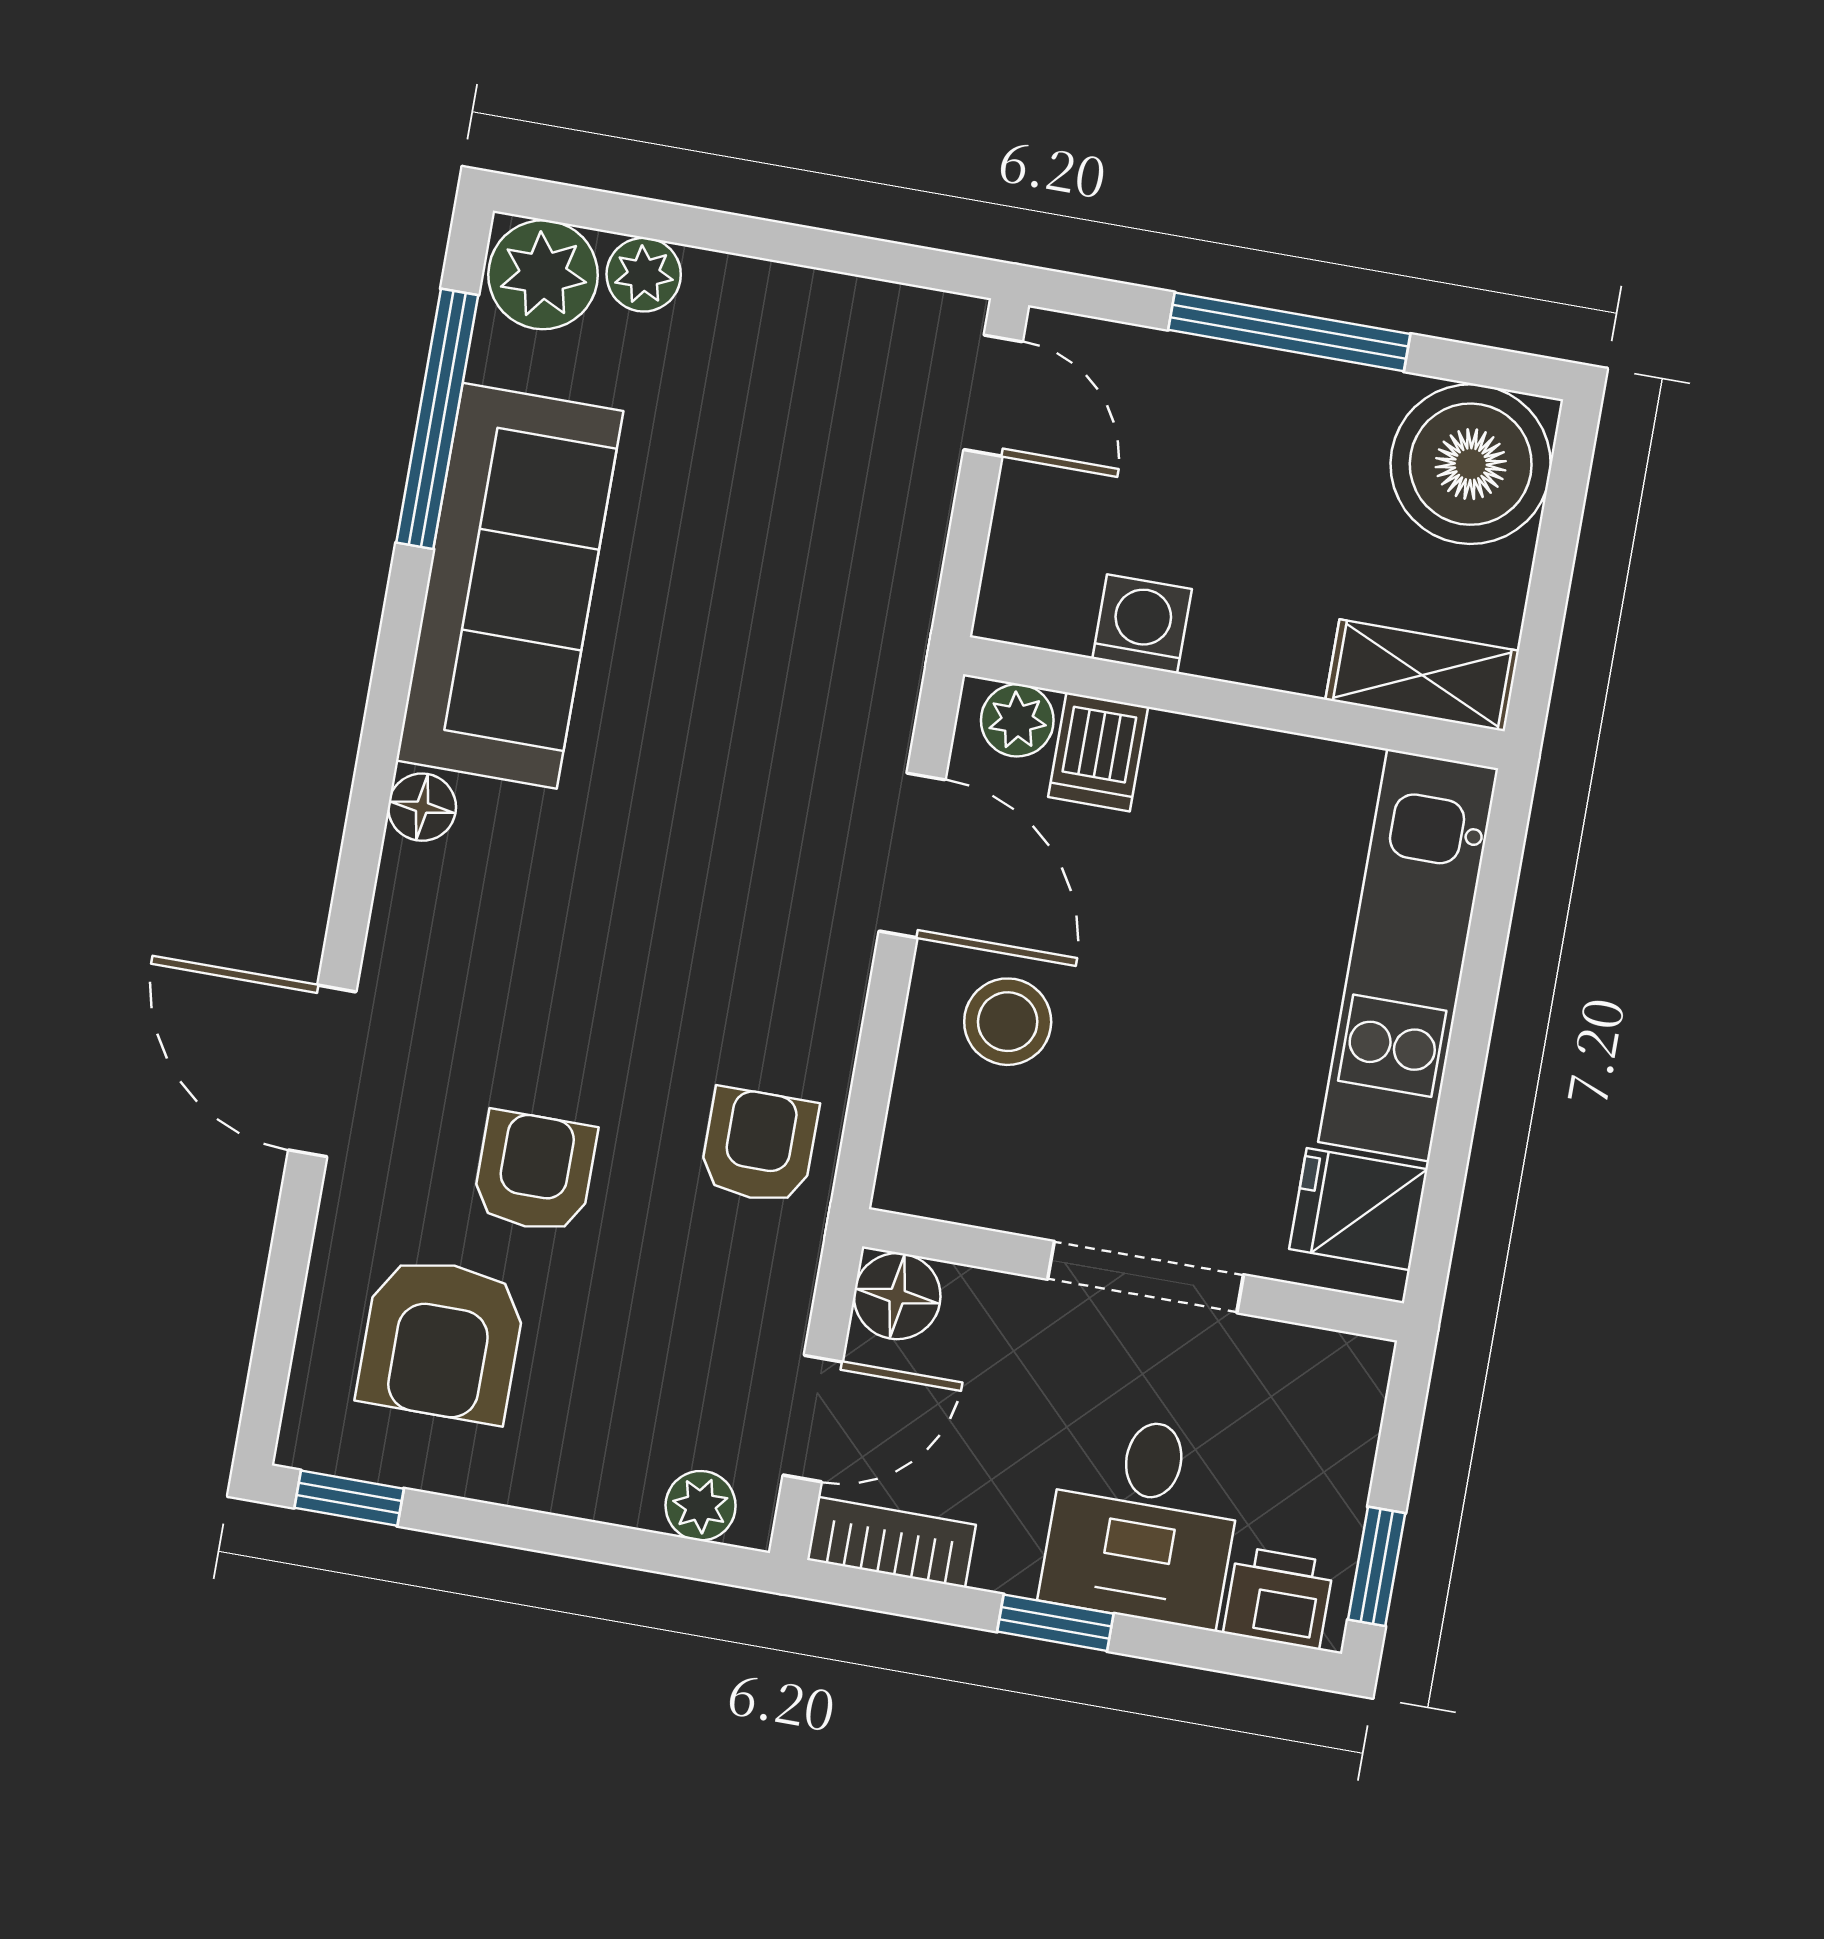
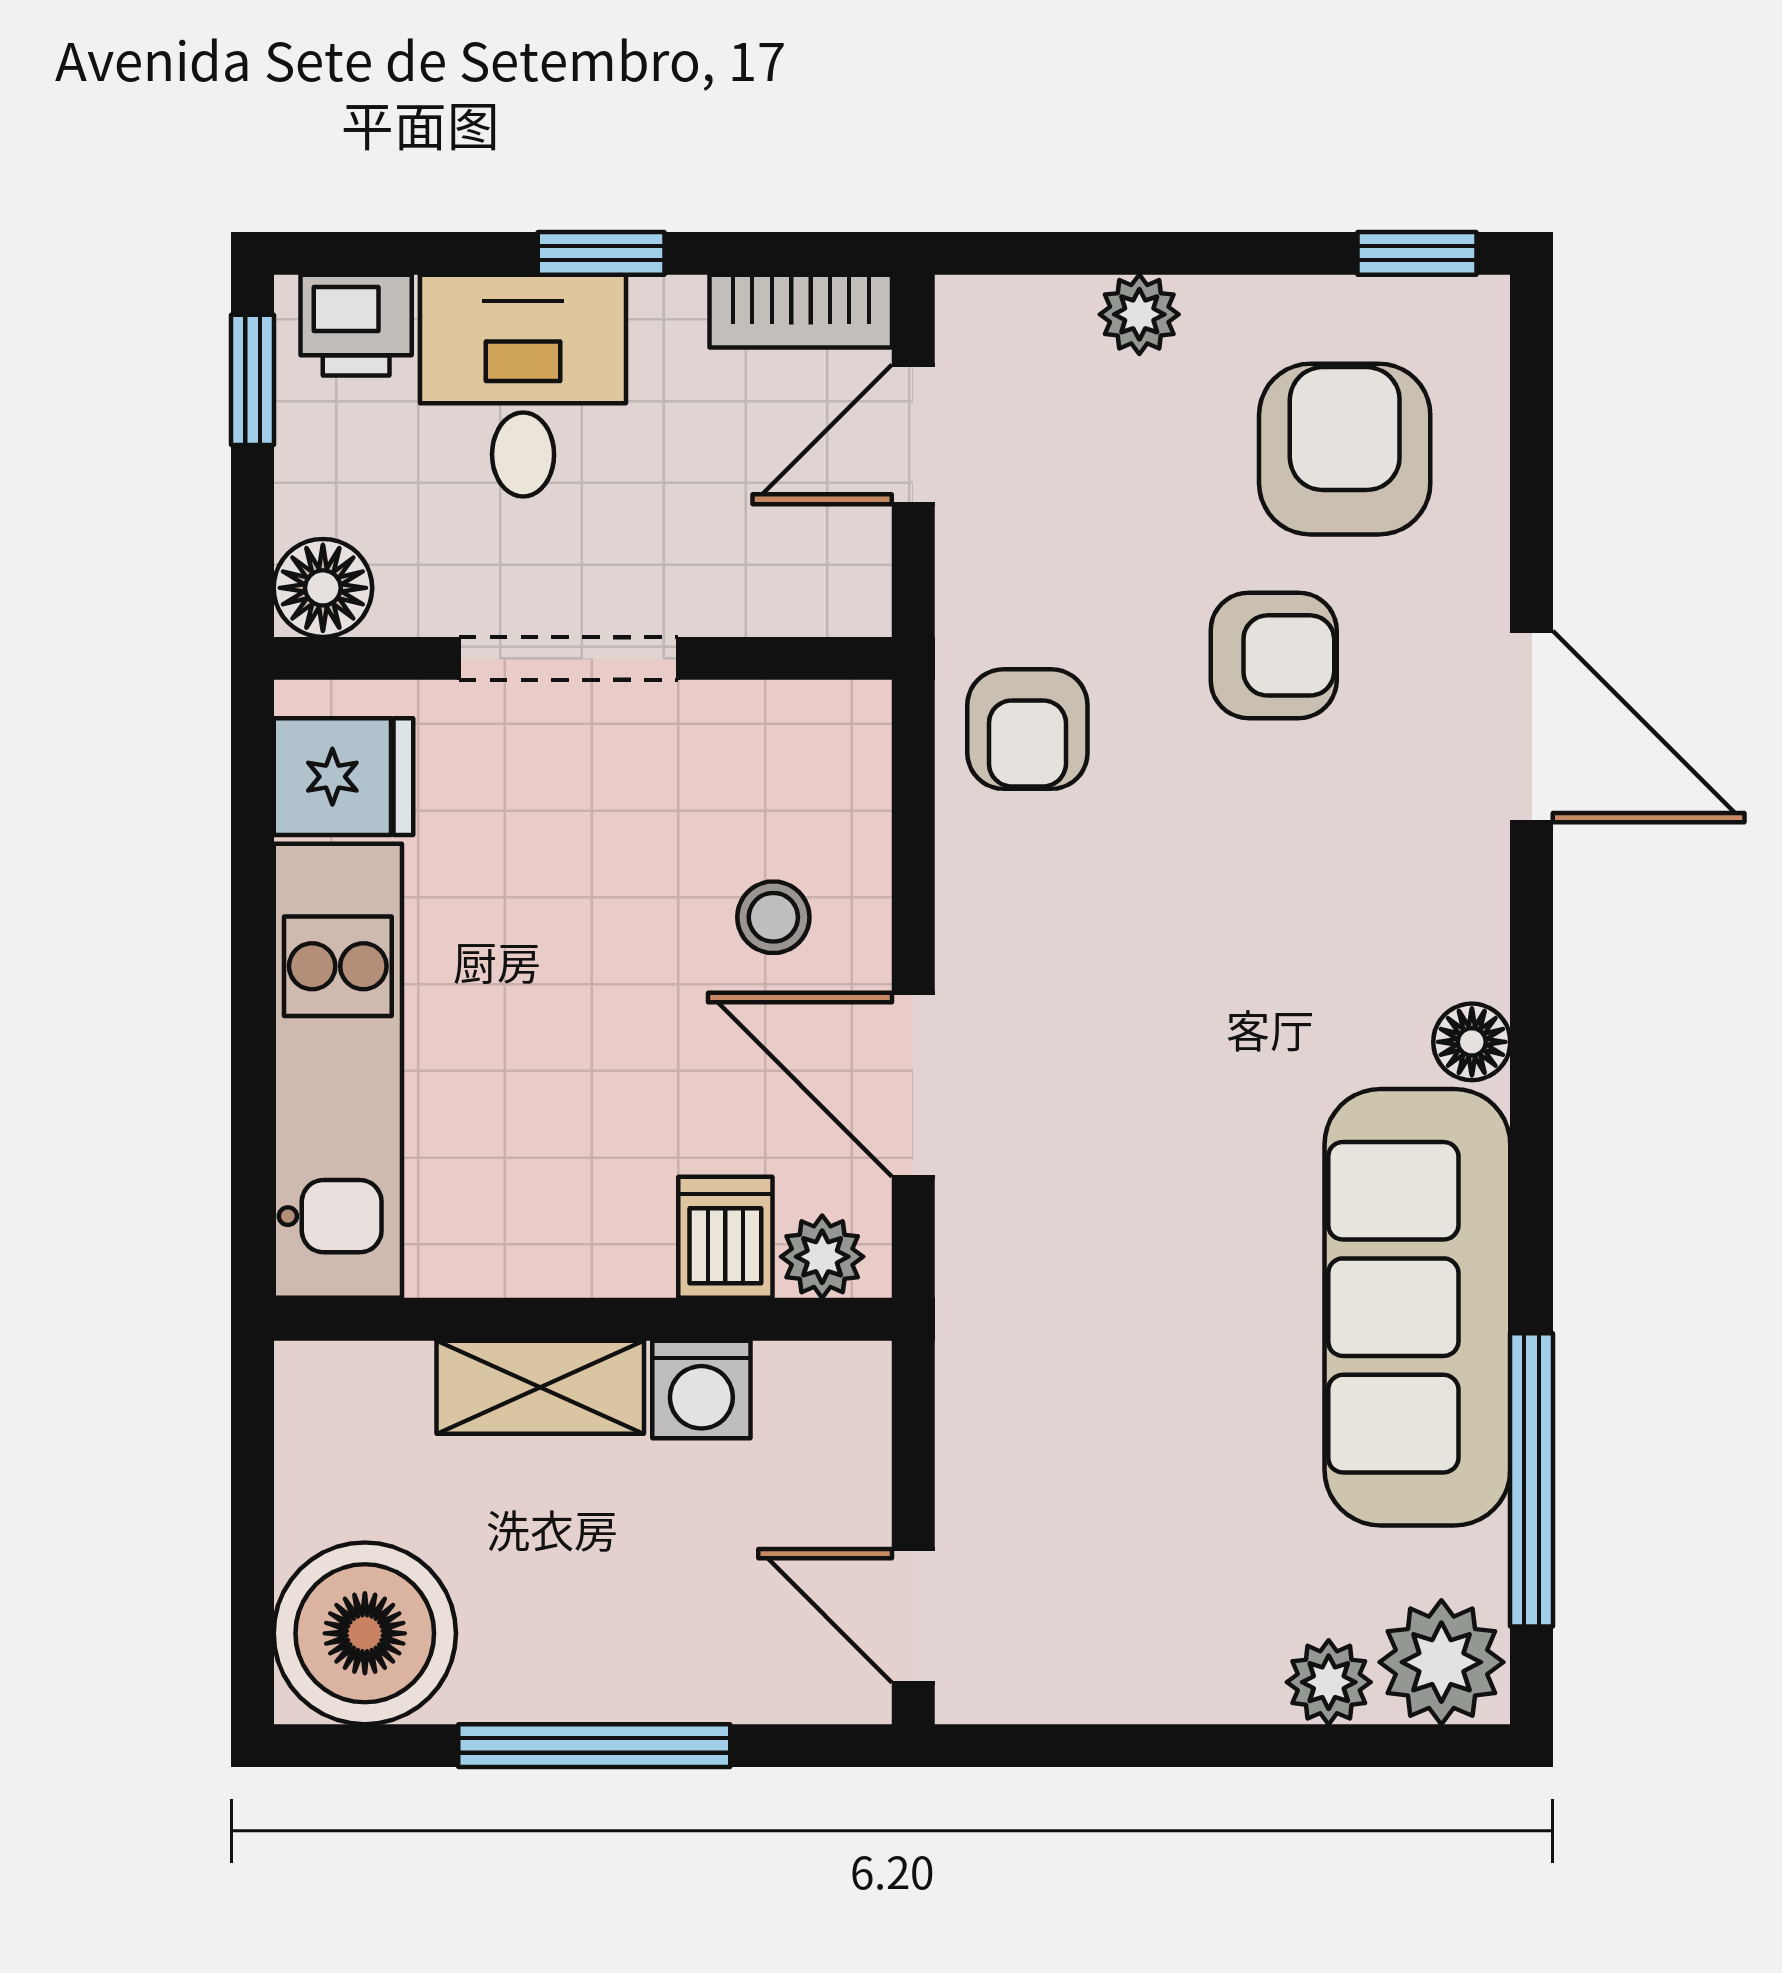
shelving: (1422, 675) -> (540, 1387), moved
stool: (1008, 1022) -> (773, 917), width x0.73, depth x0.73
armchair: (535, 1172) -> (1274, 655), turned -90
floor lamp: (897, 1296) -> (323, 588), moved
plant: (701, 1506) -> (1139, 314), moved

